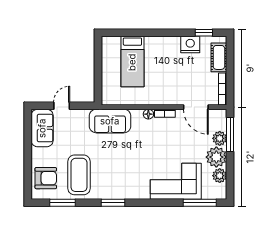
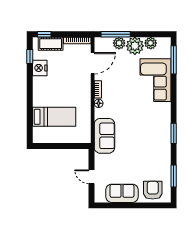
window: (230, 50) -> (44, 34), added
sofa: (42, 128) -> (122, 193), moved
coffee table: (79, 175) -> (150, 162), removed

